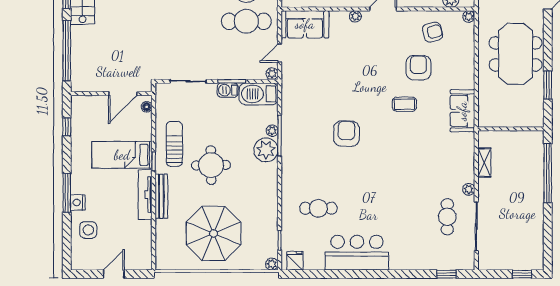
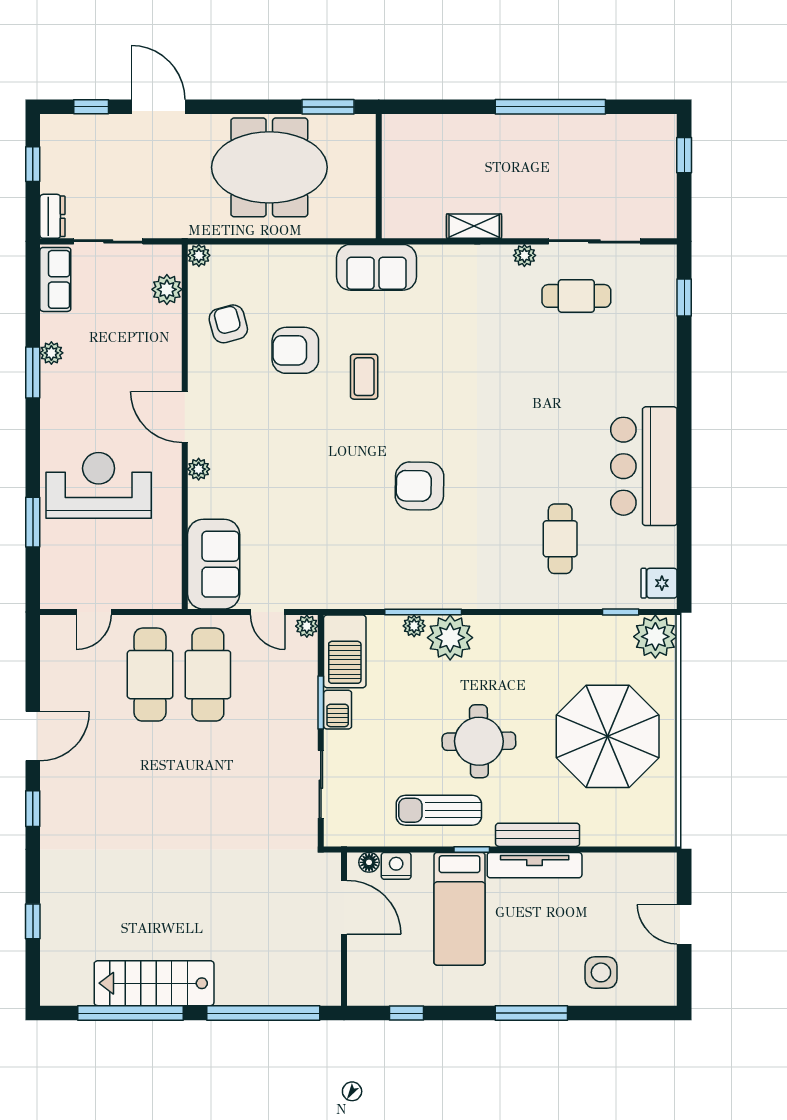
wall: (511, 129) -> (379, 176), moved
window: (548, 173) -> (550, 107), moved
nightstand: (78, 202) -> (396, 866), moved, turned 180
plant: (272, 264) -> (655, 637), width x1.87, depth x1.87

